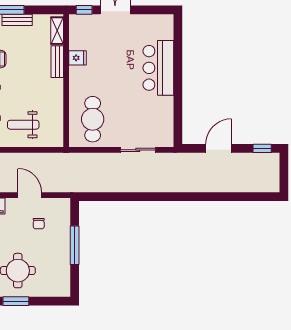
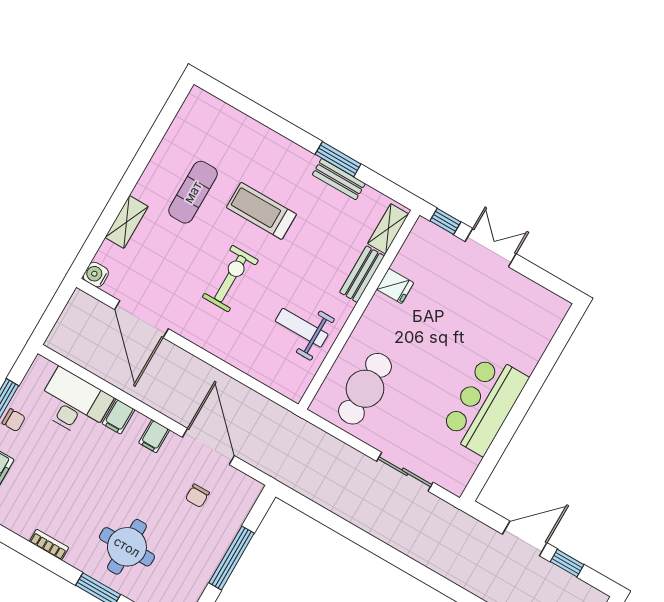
bar counter: (158, 68) -> (484, 405), moved
weight bench: (23, 125) -> (302, 328), moved
window: (262, 148) -> (567, 563), moved
door: (30, 195) -> (208, 446), width x1.36

